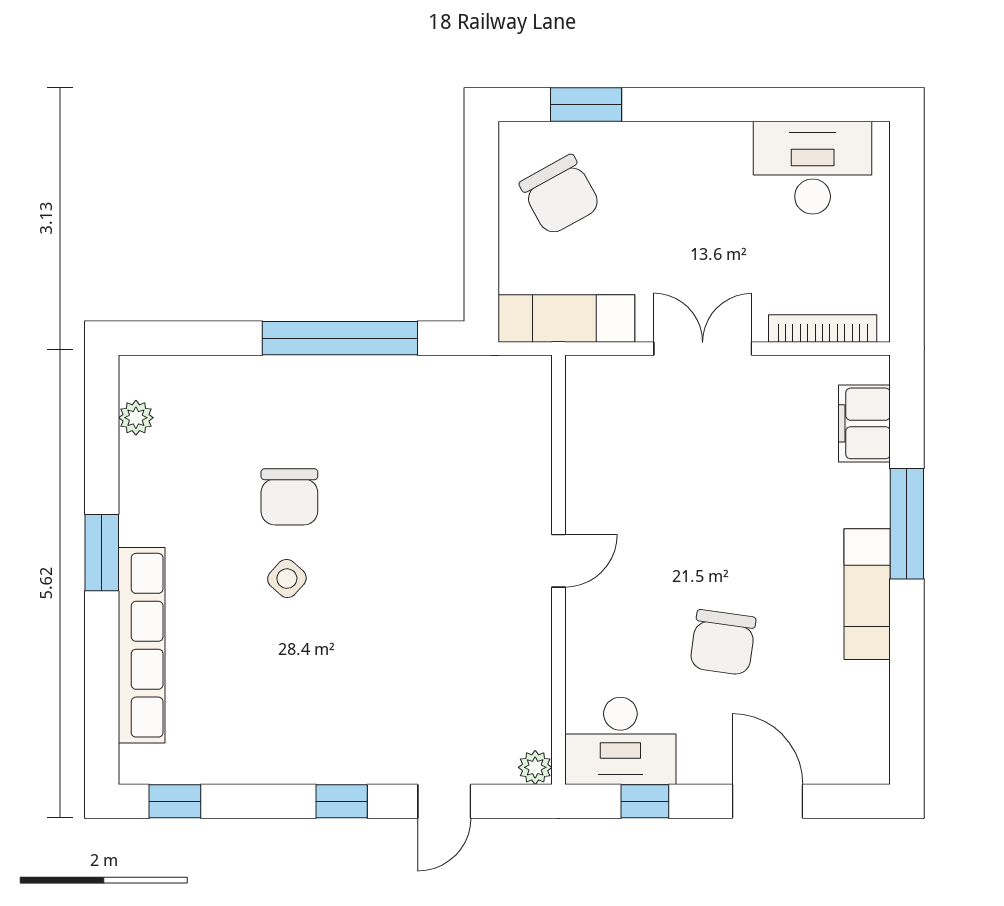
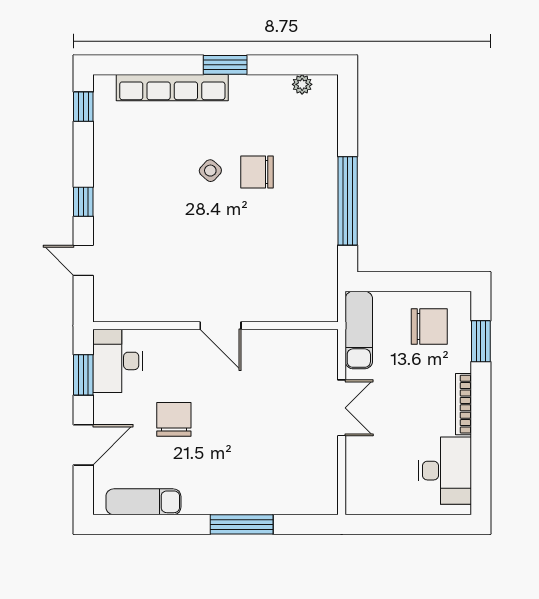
chair: (560, 195) -> (429, 327), turned -151
bookcase: (823, 329) -> (463, 404), moved, turned 180
filing cabinet: (864, 423) -> (299, 500), removed
door: (559, 561) -> (220, 326), width x1.38
exam couch: (867, 594) -> (143, 502), moved
chair: (723, 643) -> (174, 419), turned 82
plant: (535, 767) -> (103, 312), removed
window: (645, 801) -> (83, 375), width x1.50

